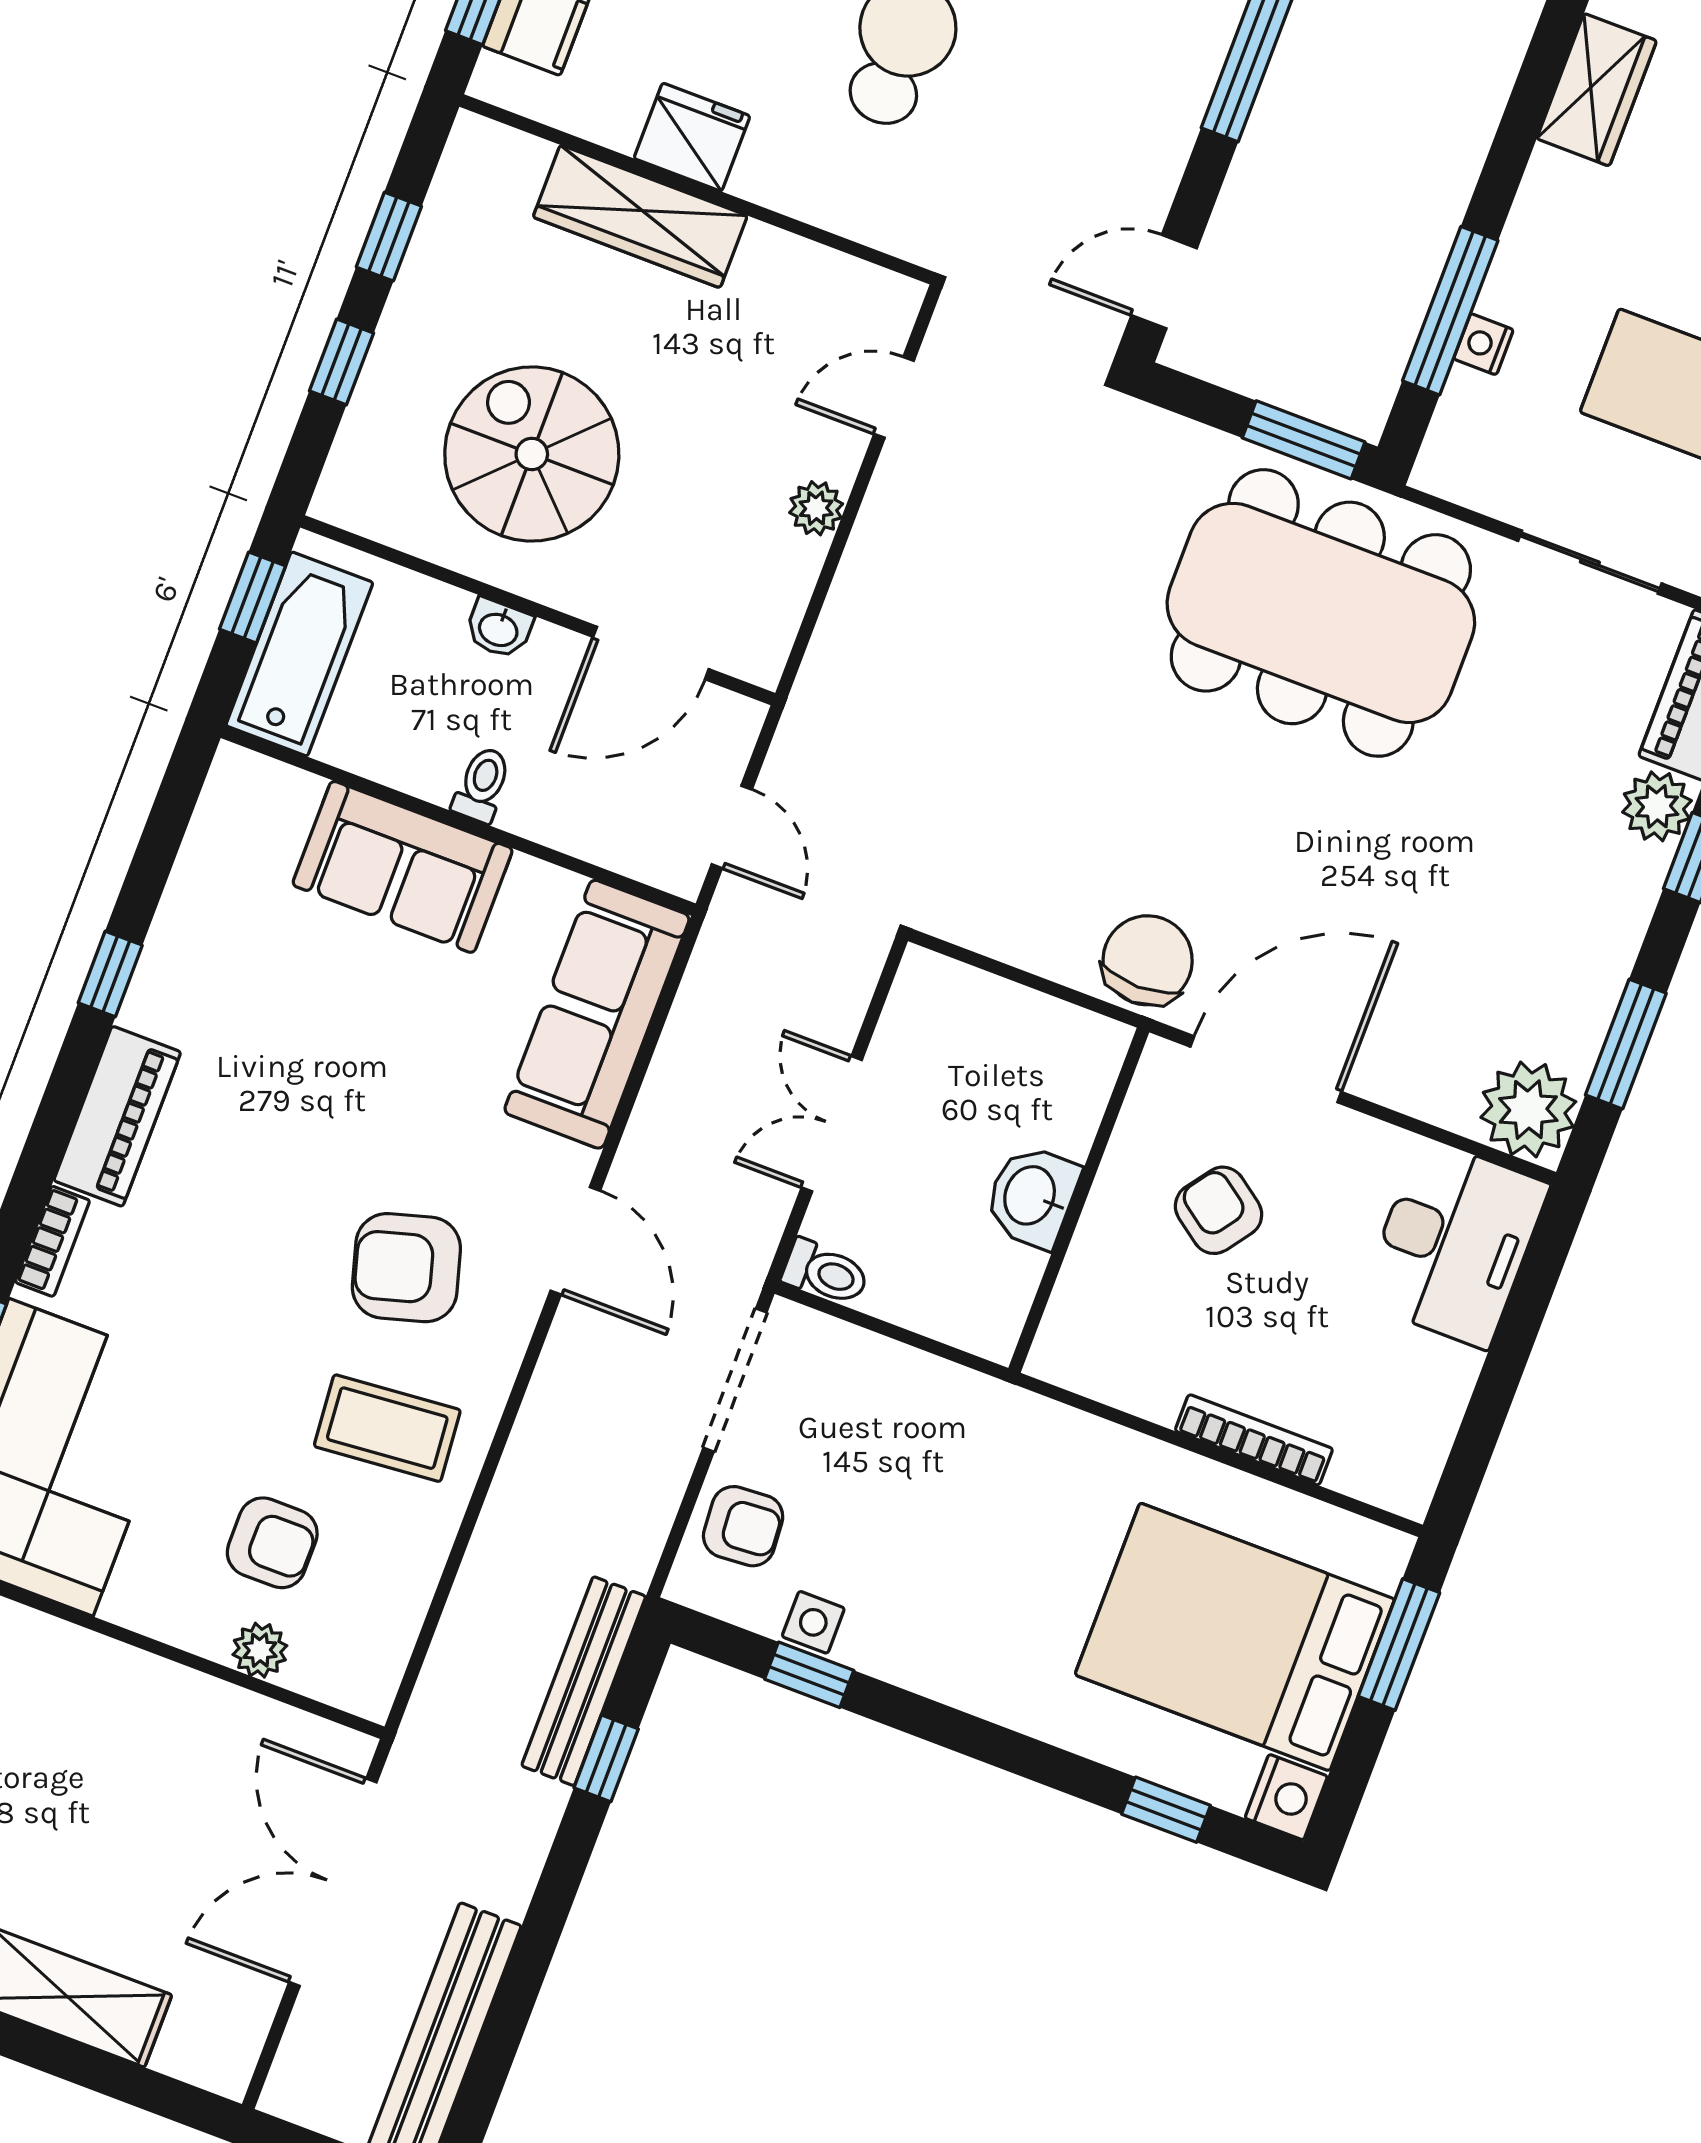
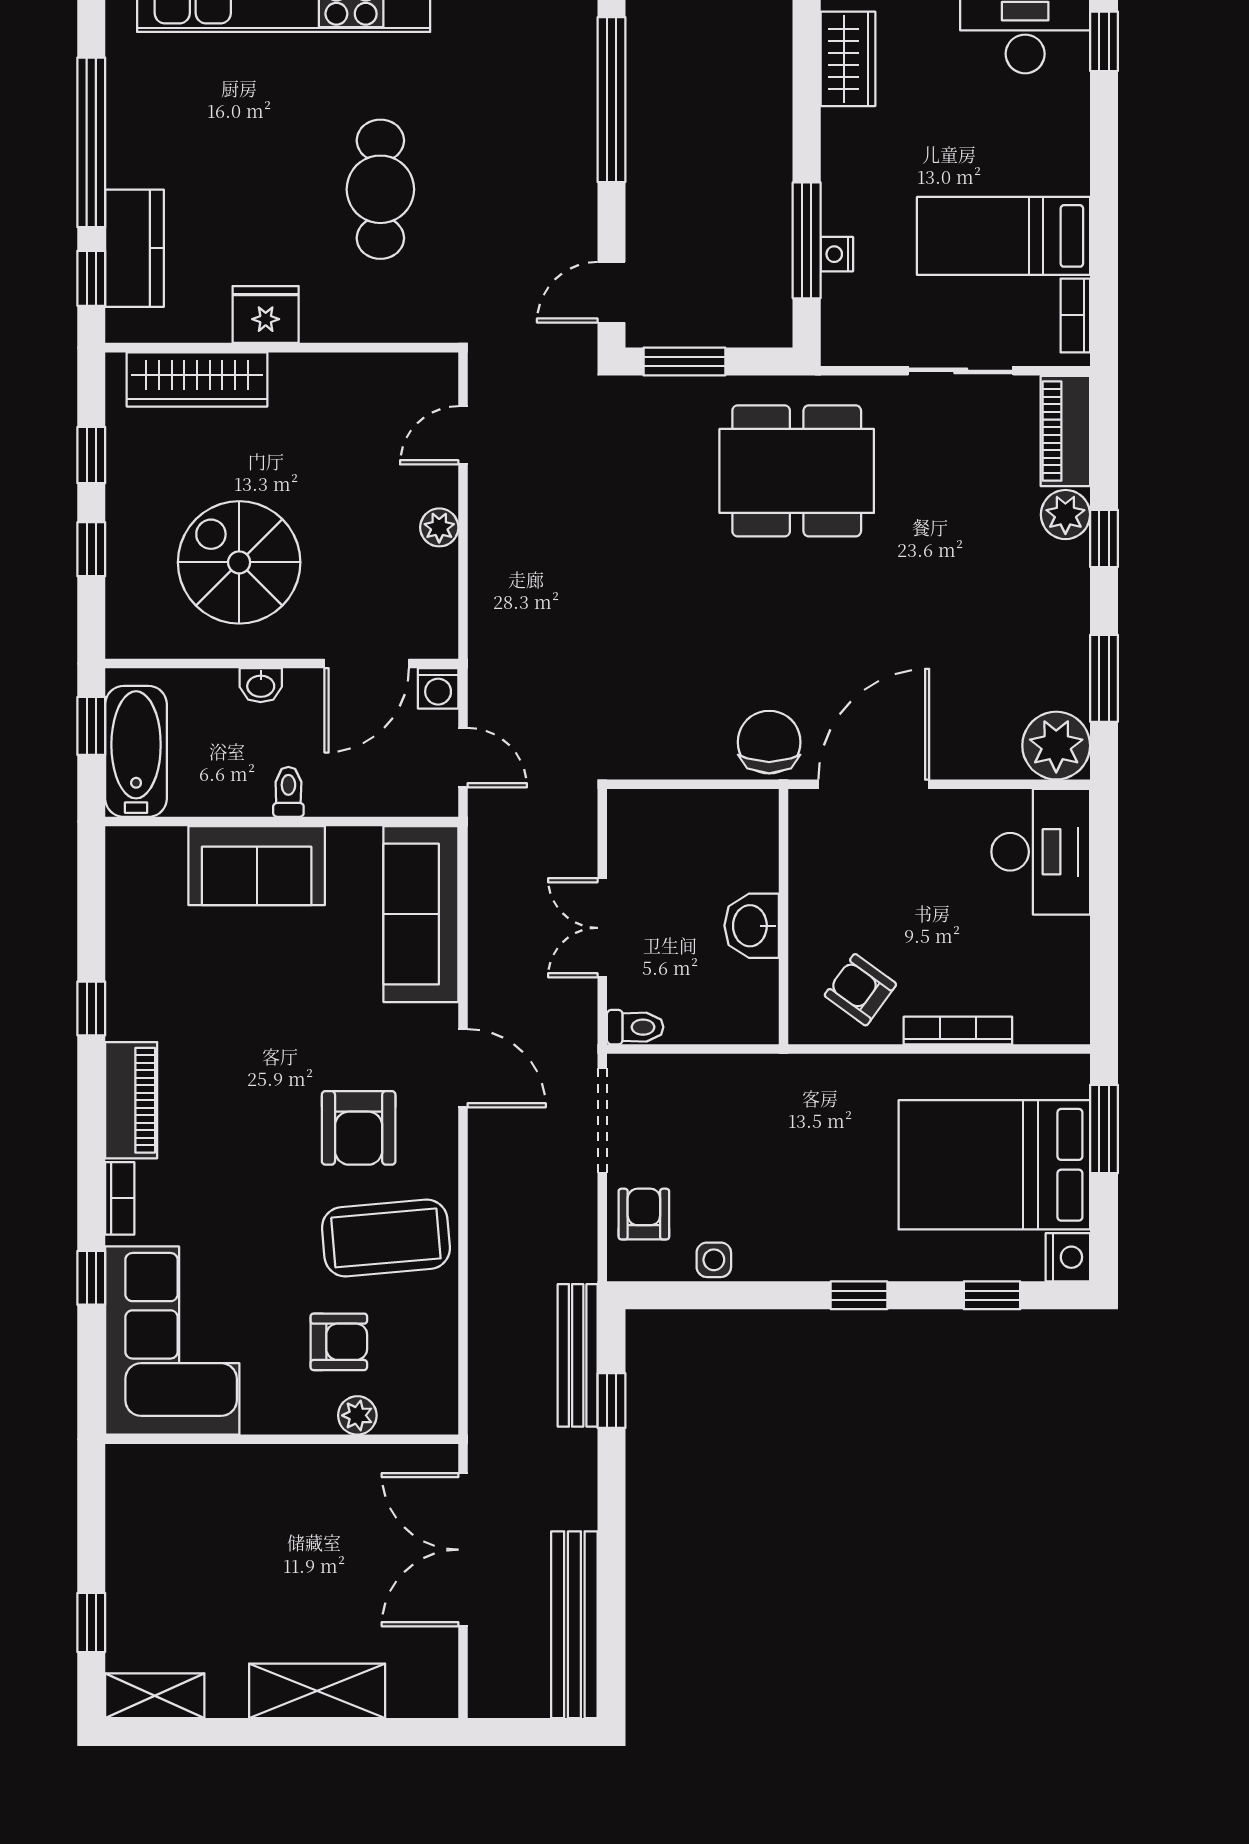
wardrobe: (640, 216) -> (197, 379), moved
window: (1304, 440) -> (684, 362), moved
dining table: (1321, 613) -> (797, 471), width x0.73, depth x0.80
washing machine: (733, 722) -> (438, 688), added
armchair: (1219, 1210) -> (860, 990), moved
armchair: (406, 1268) -> (359, 1128), turned -74
coffee table: (387, 1428) -> (386, 1238), width x1.36, depth x1.32
armchair: (743, 1526) -> (644, 1214), turned -86
window: (809, 1675) -> (859, 1295), moved

